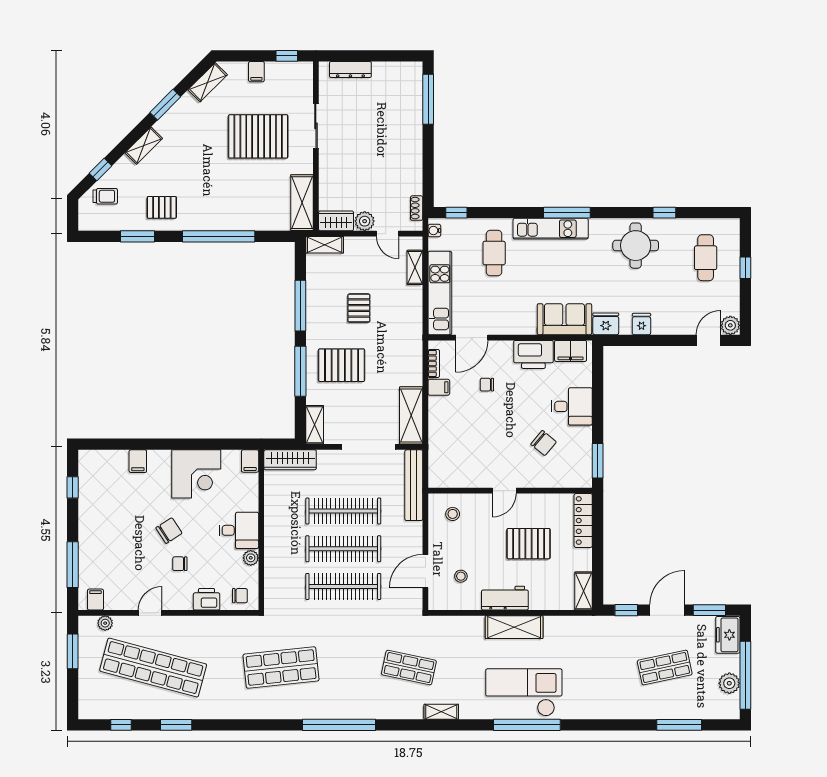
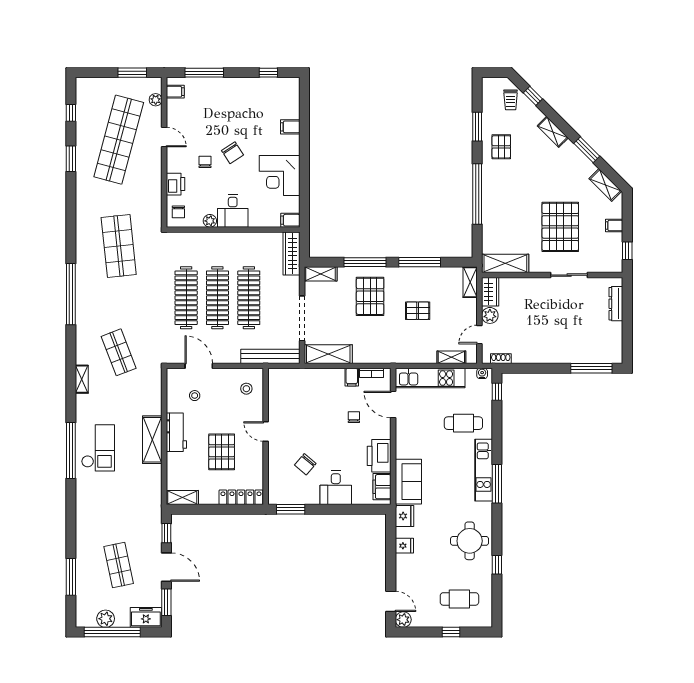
shop shelf: (409, 668) -> (119, 352), turned -33
checkout: (524, 692) -> (98, 448), width x0.73, depth x0.83

